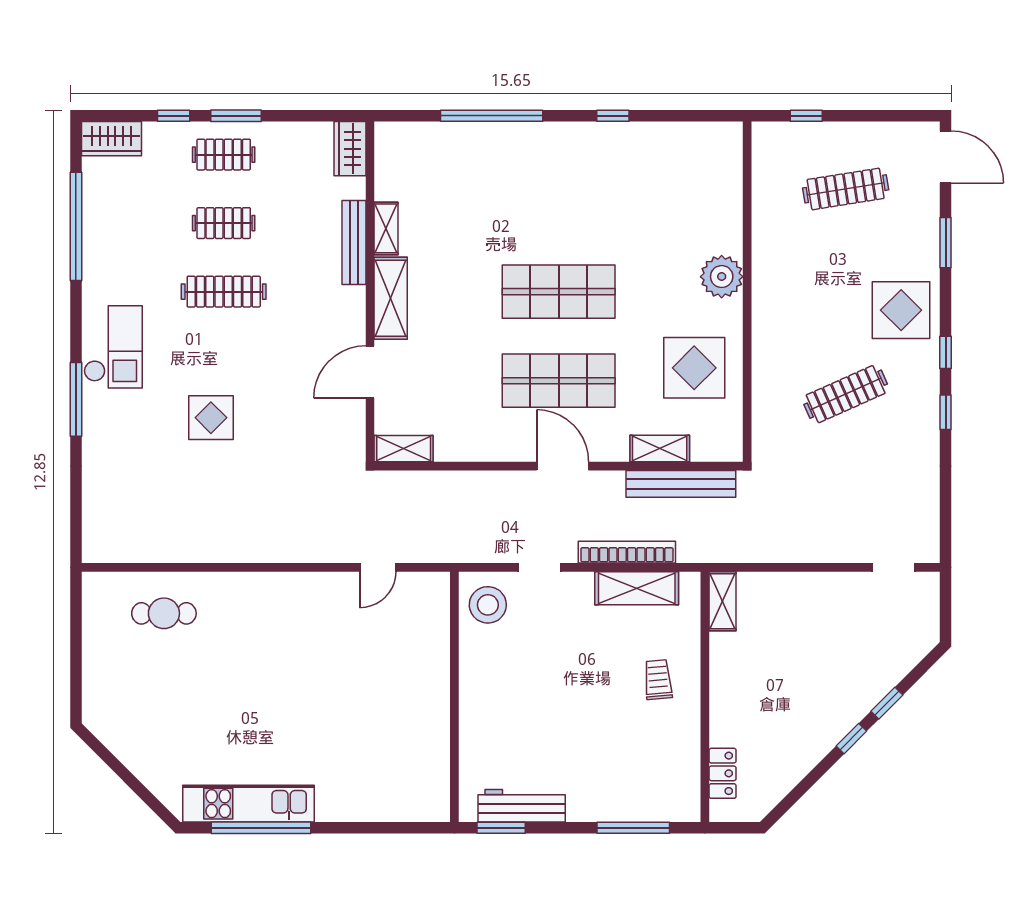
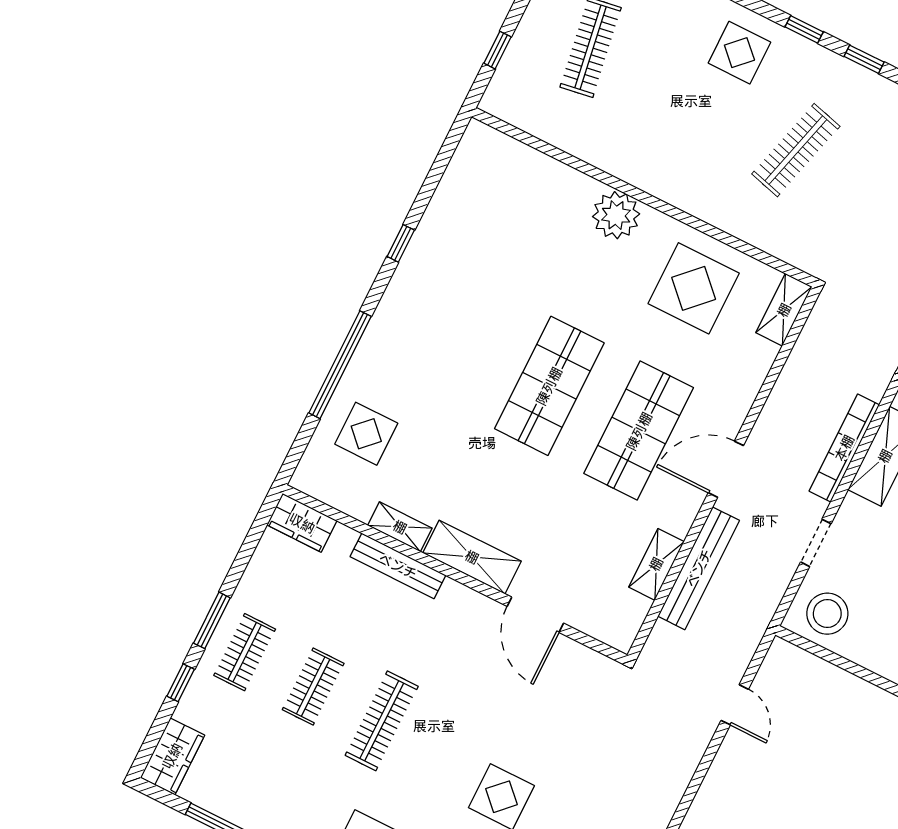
display table: (447, 164) -> (366, 434), added
display table: (901, 310) -> (739, 53), width x0.73, depth x0.73
clothes rail: (846, 394) -> (796, 150), turned 39
shelving: (660, 448) -> (784, 310), moved
shelving: (404, 449) -> (656, 564), moved
bench: (681, 484) -> (699, 568), moved

